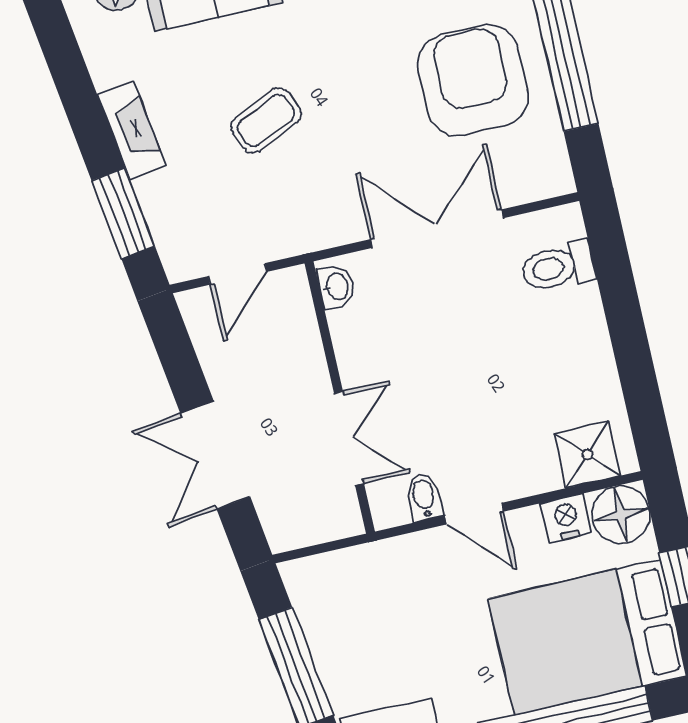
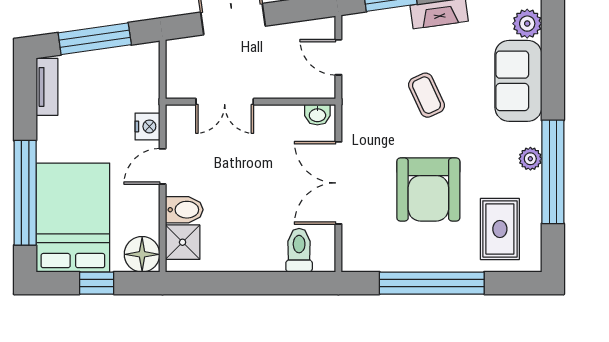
armchair: (473, 80) -> (428, 190), moved, turned 90
double door: (437, 229) -> (338, 183), swing flipped
bidet: (424, 497) -> (184, 210), moved, width x1.38, depth x1.36
nightstand: (566, 518) -> (147, 126), moved

